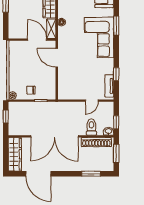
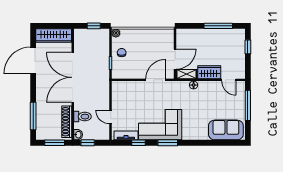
window: (116, 25) -> (168, 143), moved
corner sofa: (99, 38) -> (160, 125), moved
window: (91, 174) -> (33, 116), width x1.44

